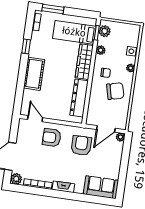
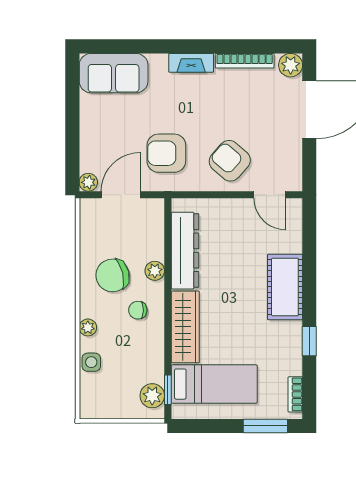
plant: (101, 50) -> (155, 271), moved
armchair: (52, 138) -> (230, 161), turned -139
armchair: (81, 146) -> (166, 153), turned 90

